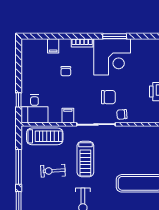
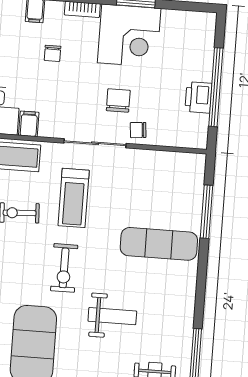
chair: (108, 97) -> (118, 100), turned -90
filing cabinet: (68, 116) -> (29, 124), moved

